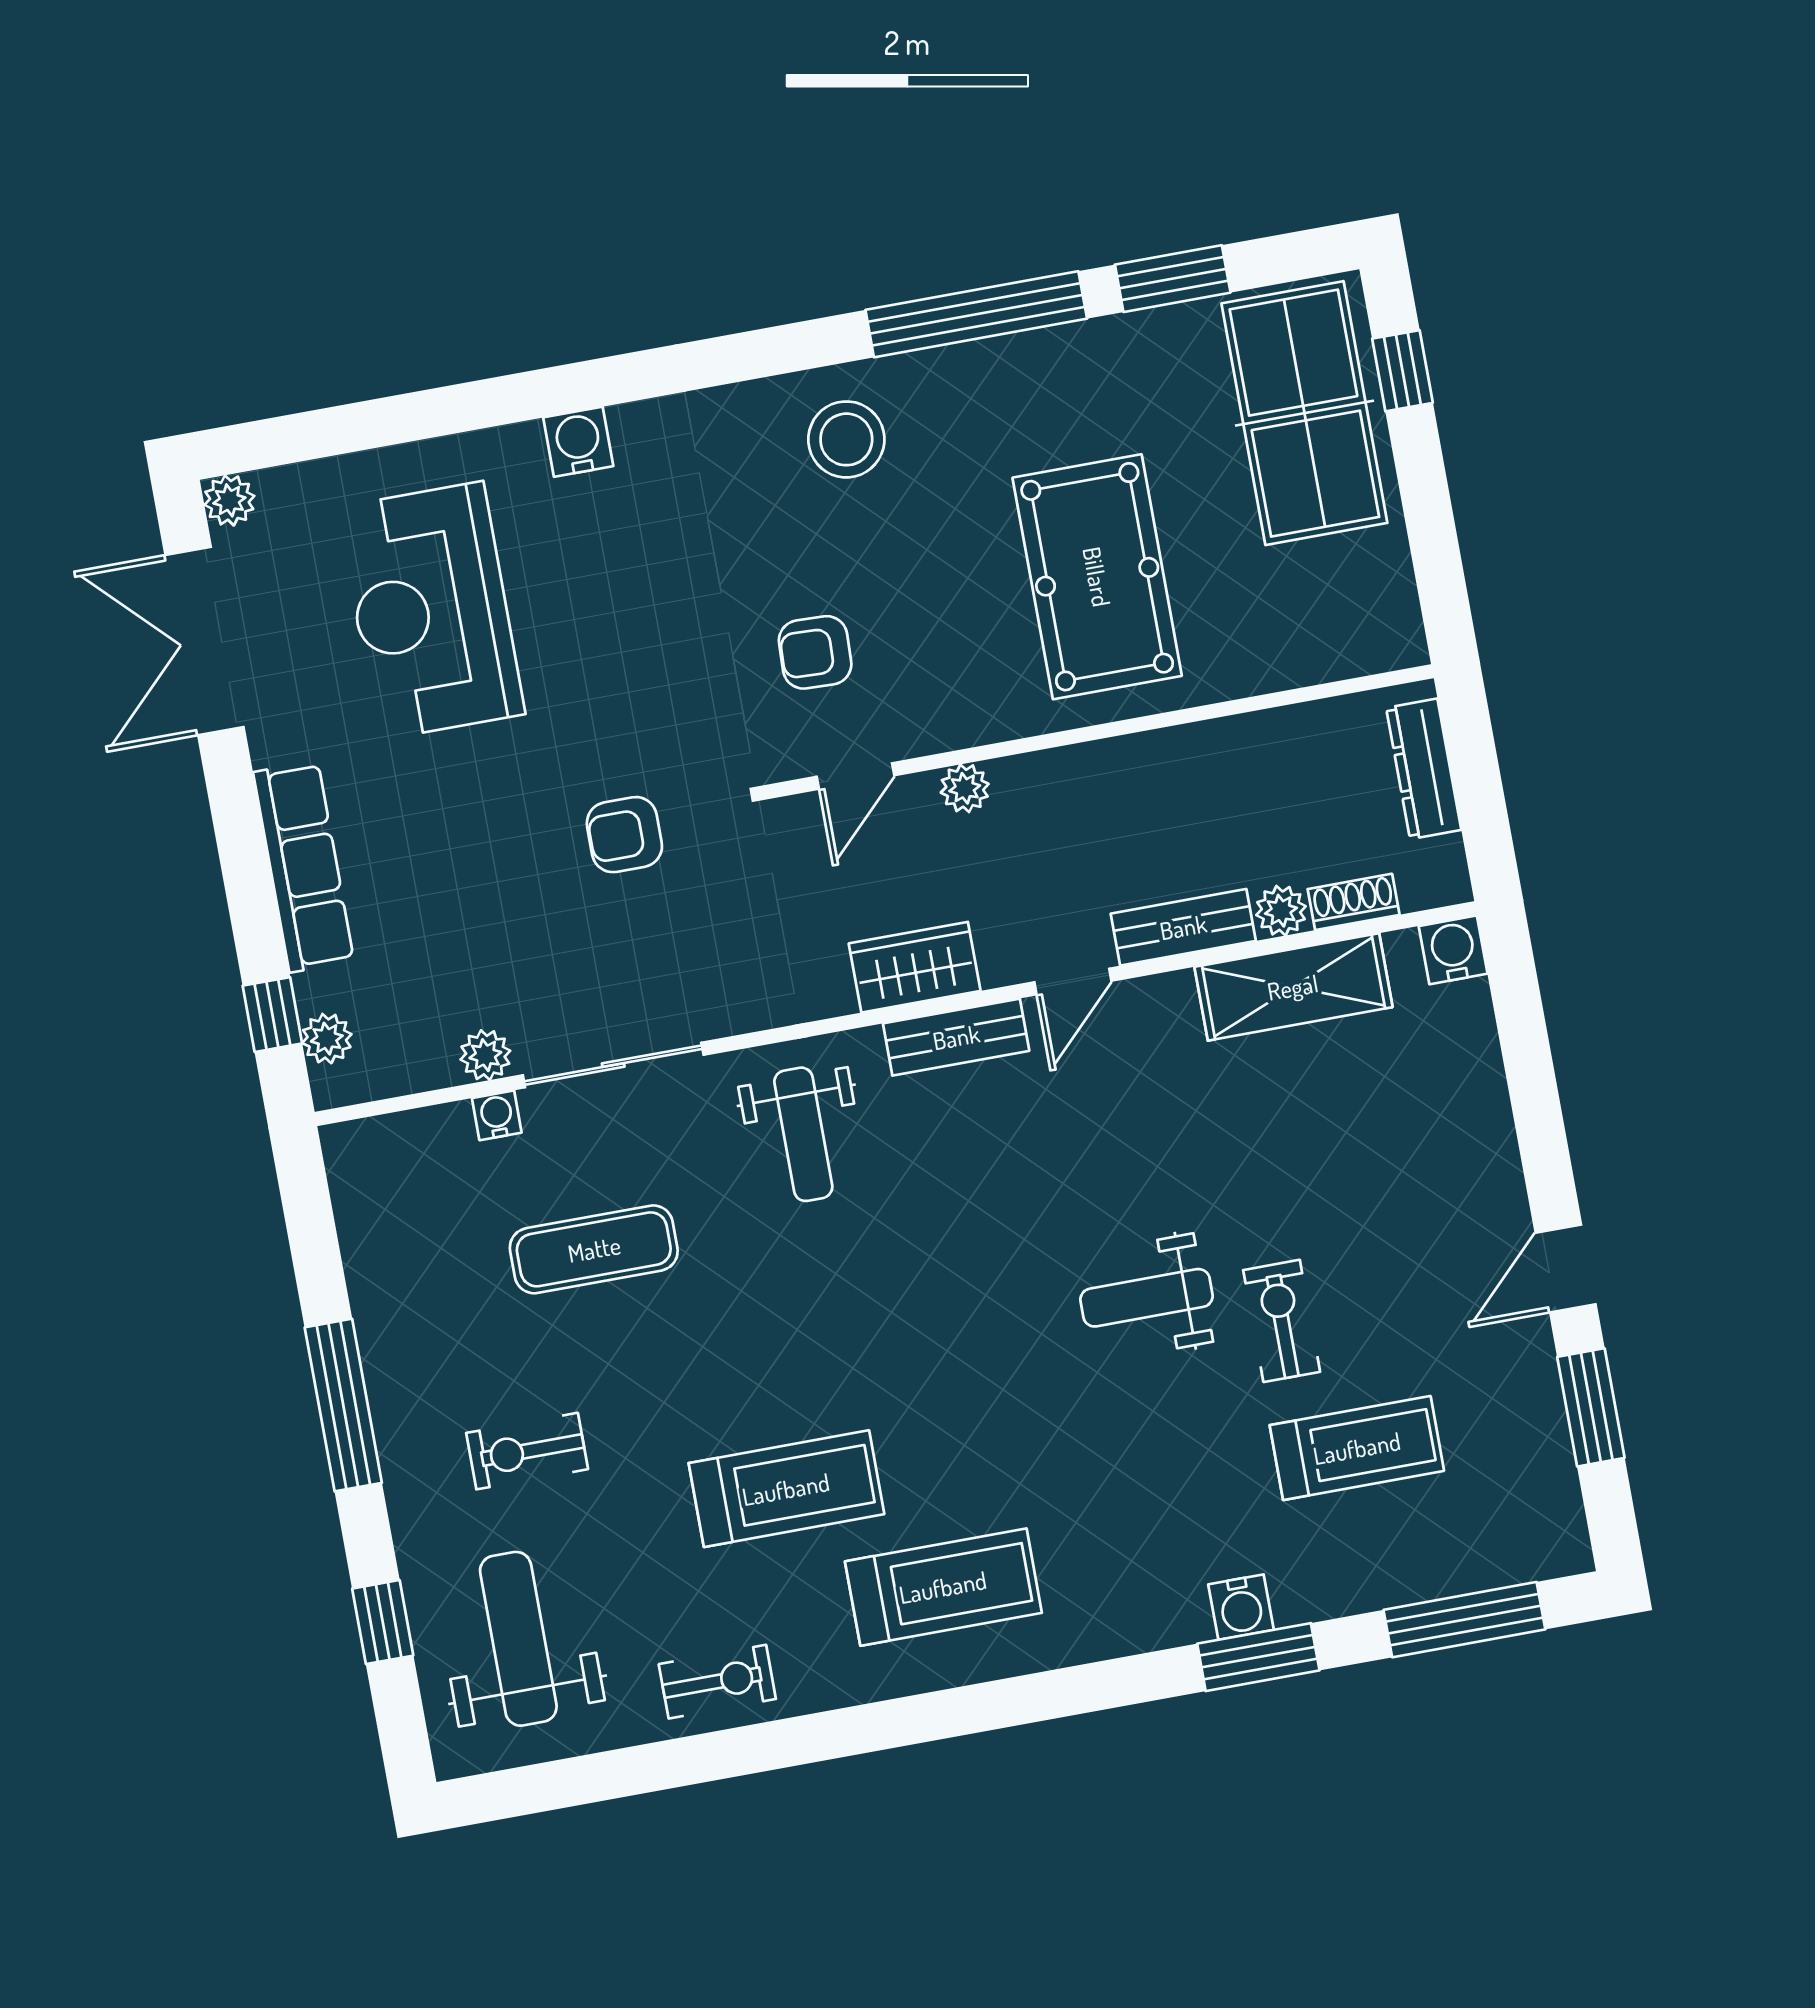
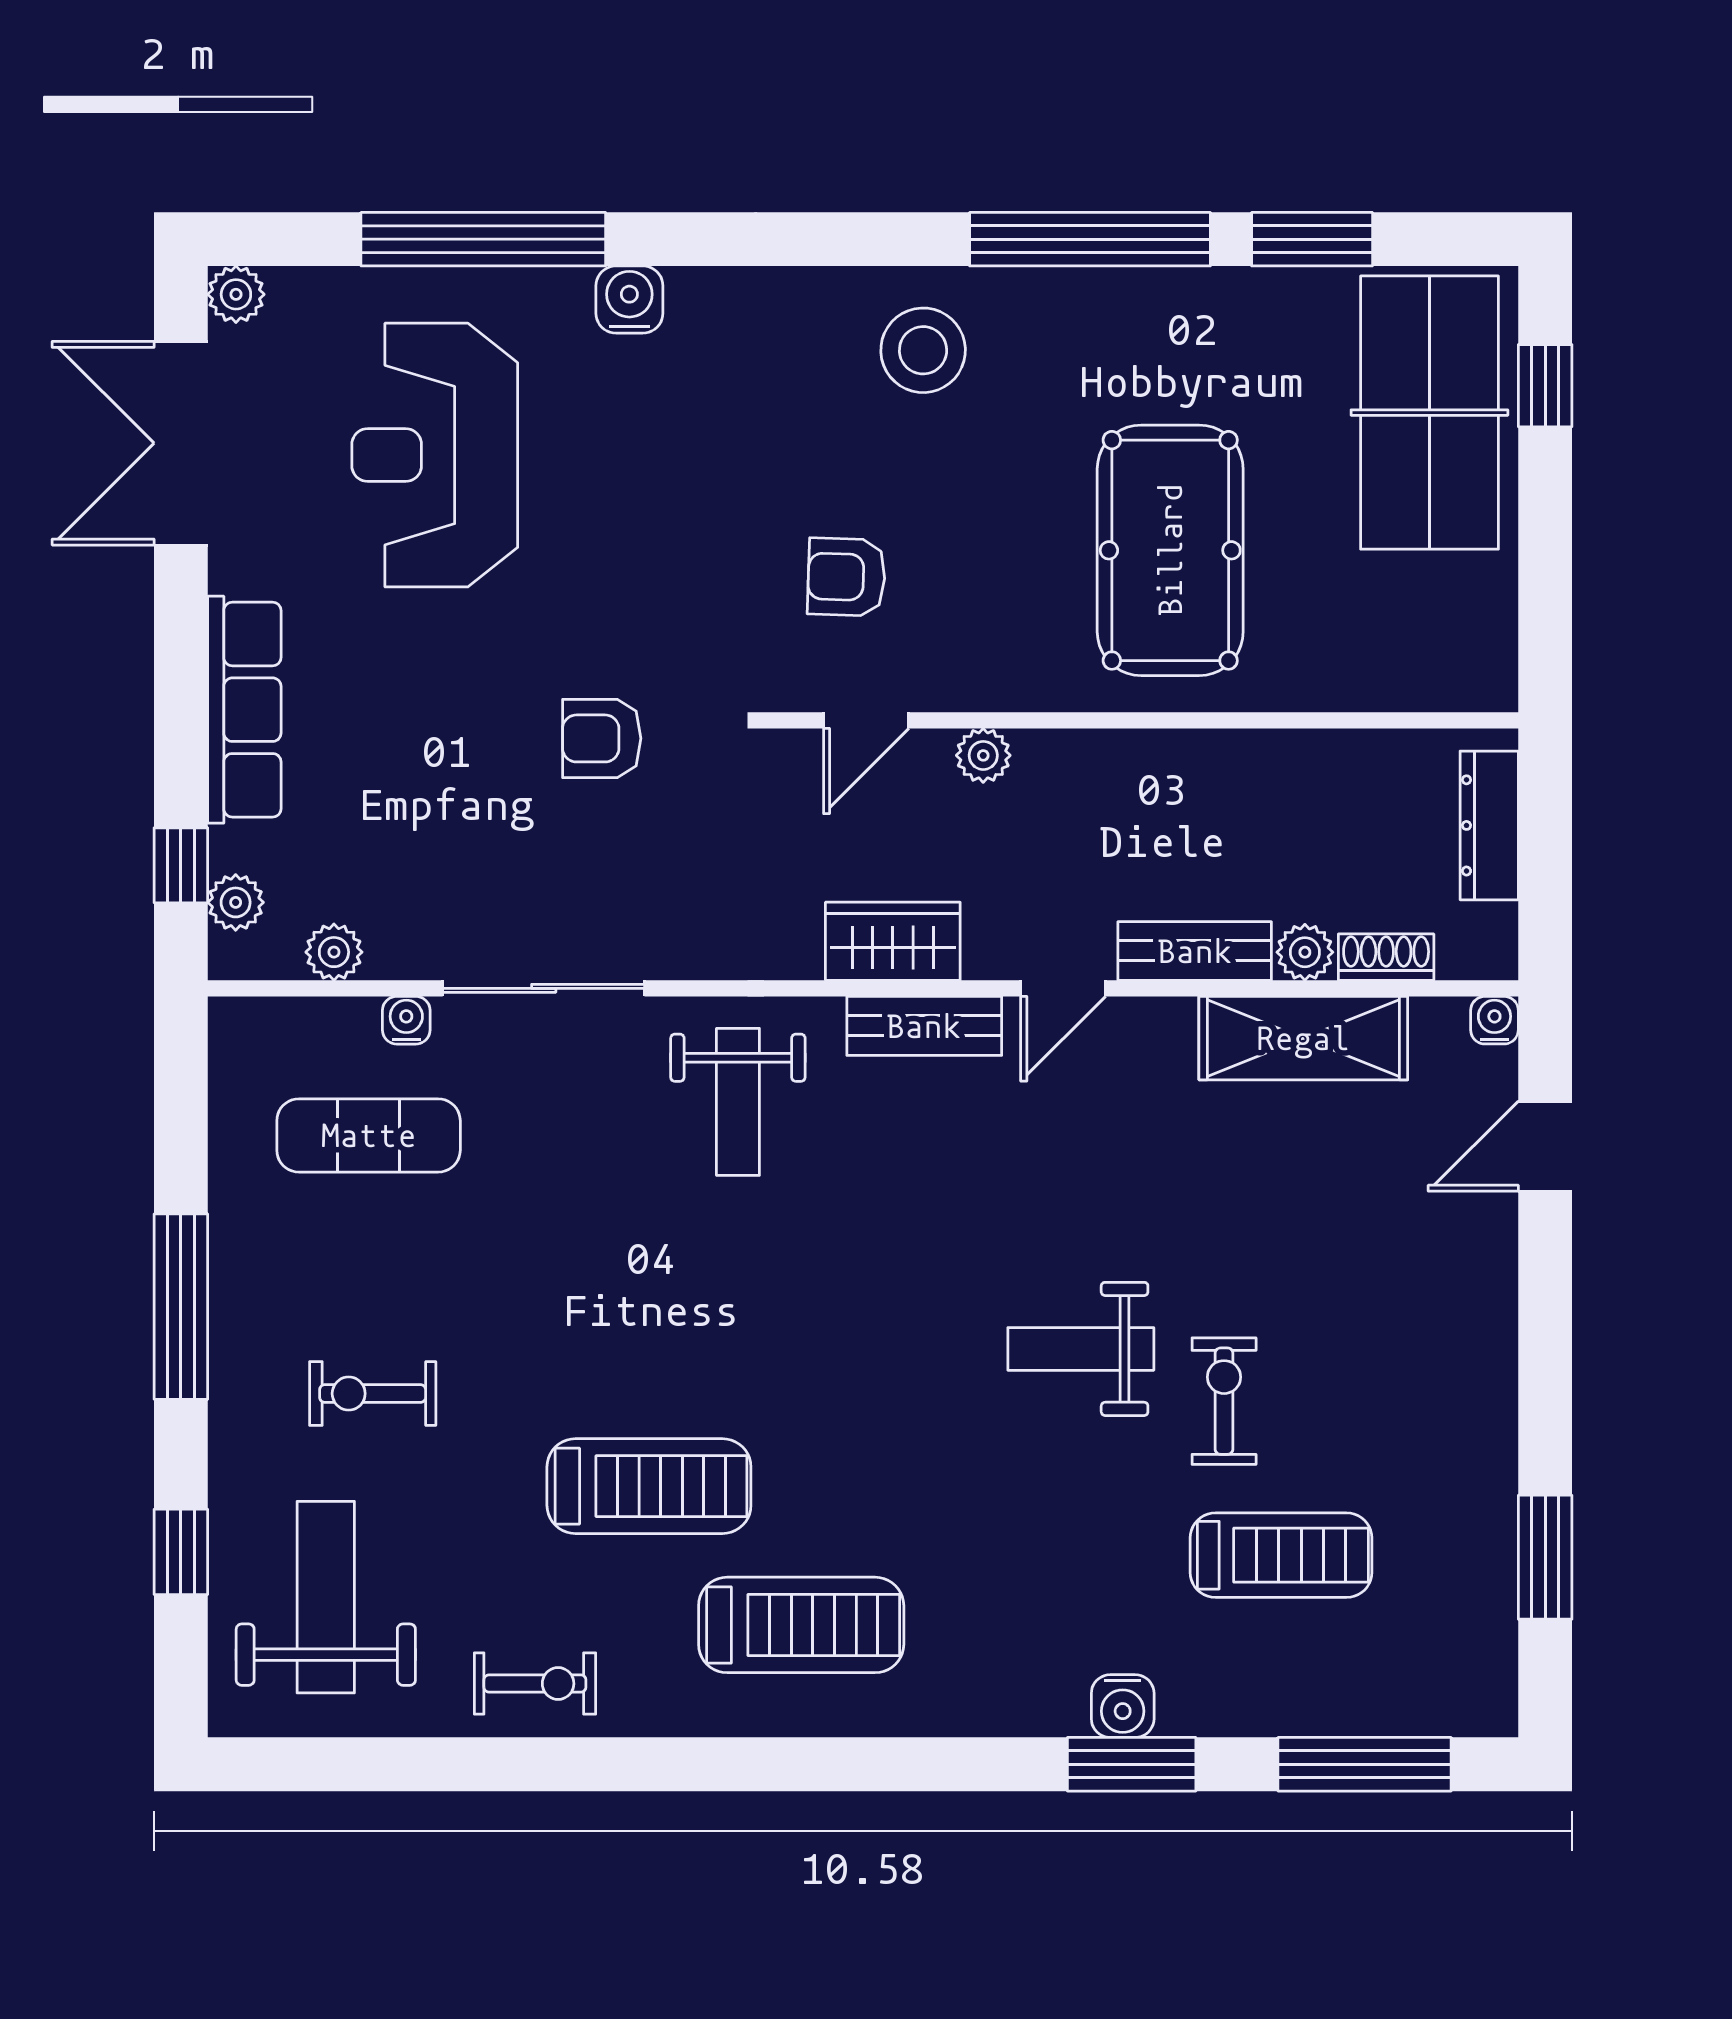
window: (439, 412) -> (483, 239), added
water cooler: (1453, 950) -> (1494, 1020), width x0.72, depth x0.72
plant: (485, 1055) -> (334, 952), moved
exercise mat: (594, 1249) -> (369, 1135), moved
door: (1566, 1268) -> (1545, 1146), moved

